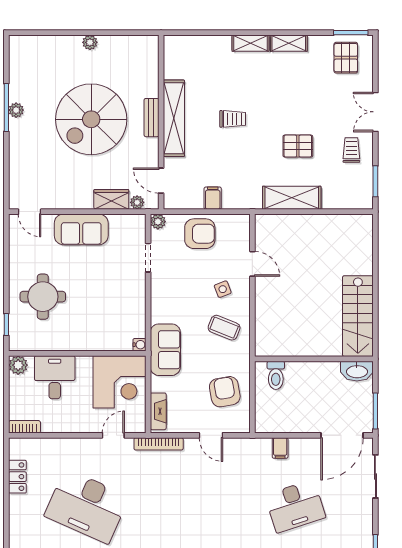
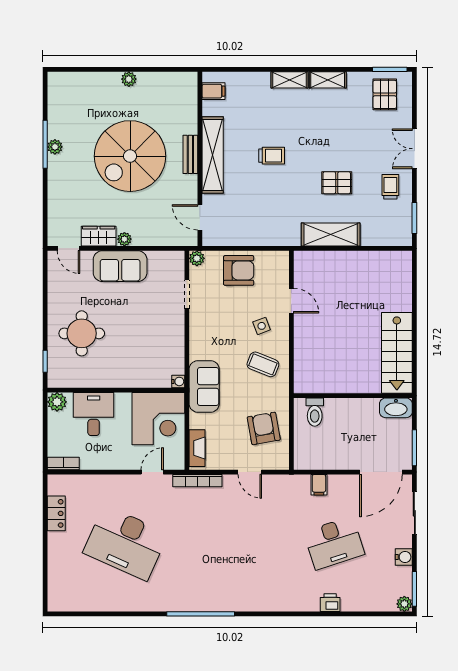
filing cabinet: (213, 198) -> (213, 91), moved, turned 90
wardrobe: (111, 199) -> (99, 236), moved
plant: (137, 202) -> (124, 239), moved
water cooler: (365, 520) -> (404, 557), added

